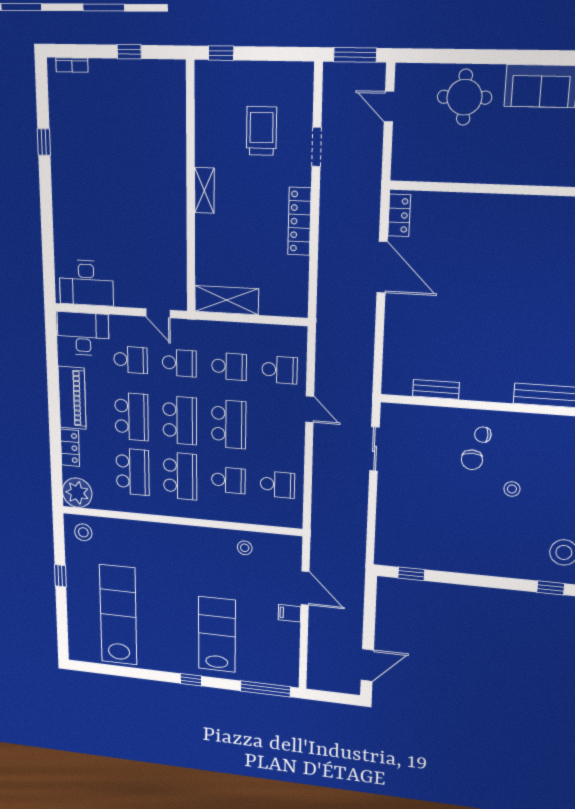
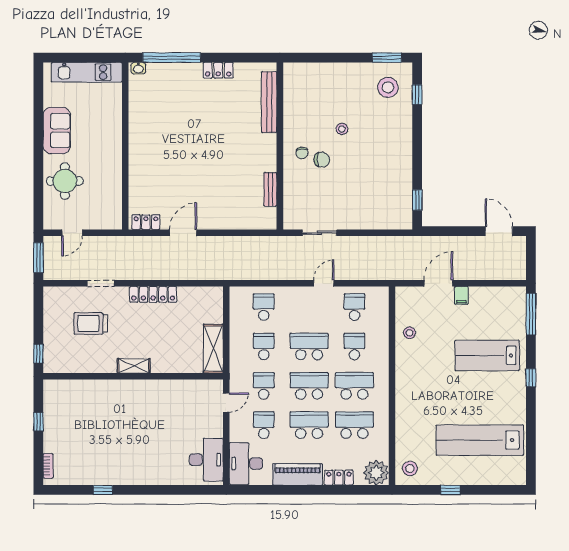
door: (382, 267) -> (183, 233), width x0.73
door: (310, 409) -> (324, 283), moved

